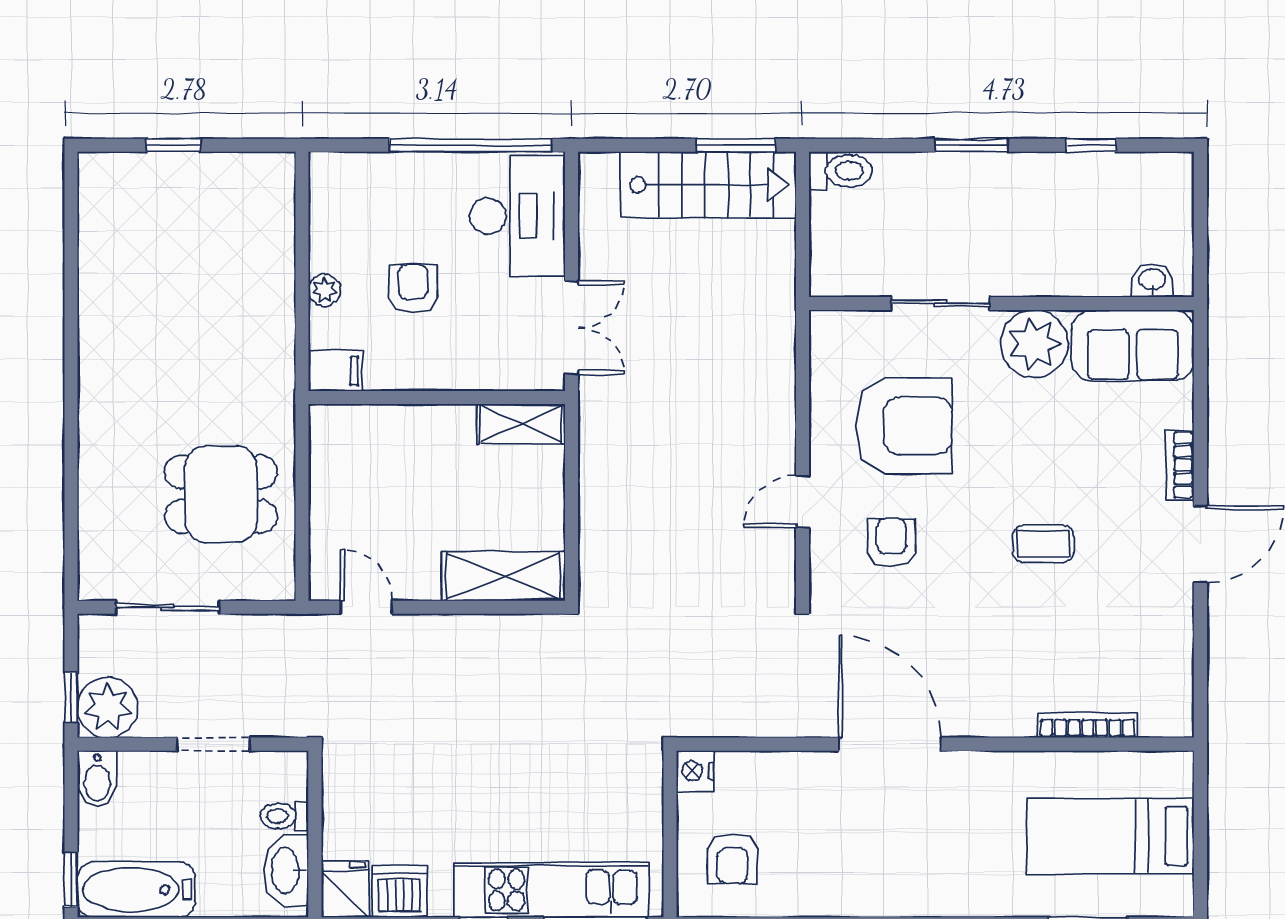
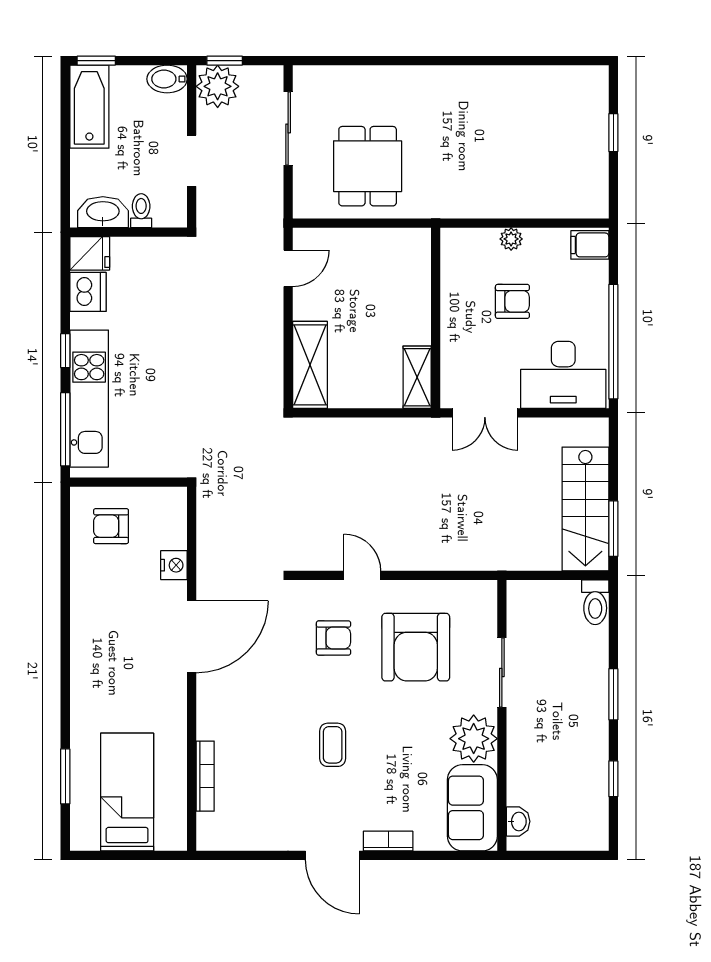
filing cabinet: (335, 371) -> (590, 245), moved, turned 90
nightstand: (695, 771) -> (174, 565), moved, turned 90

